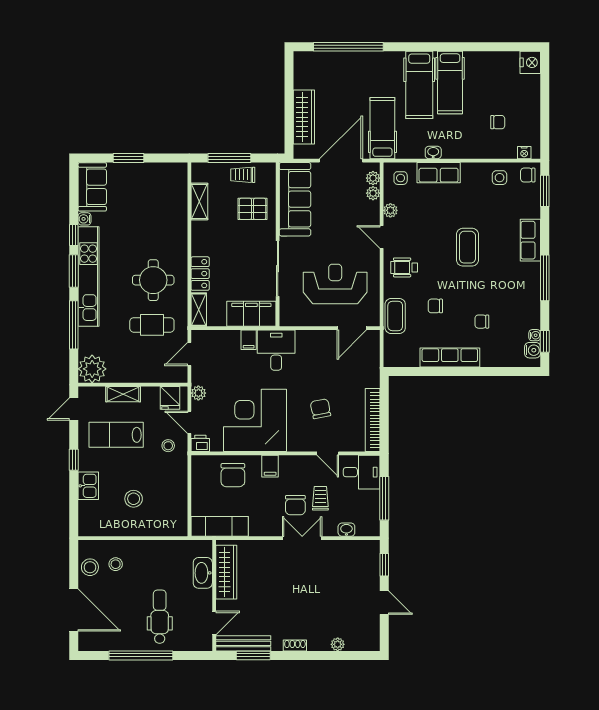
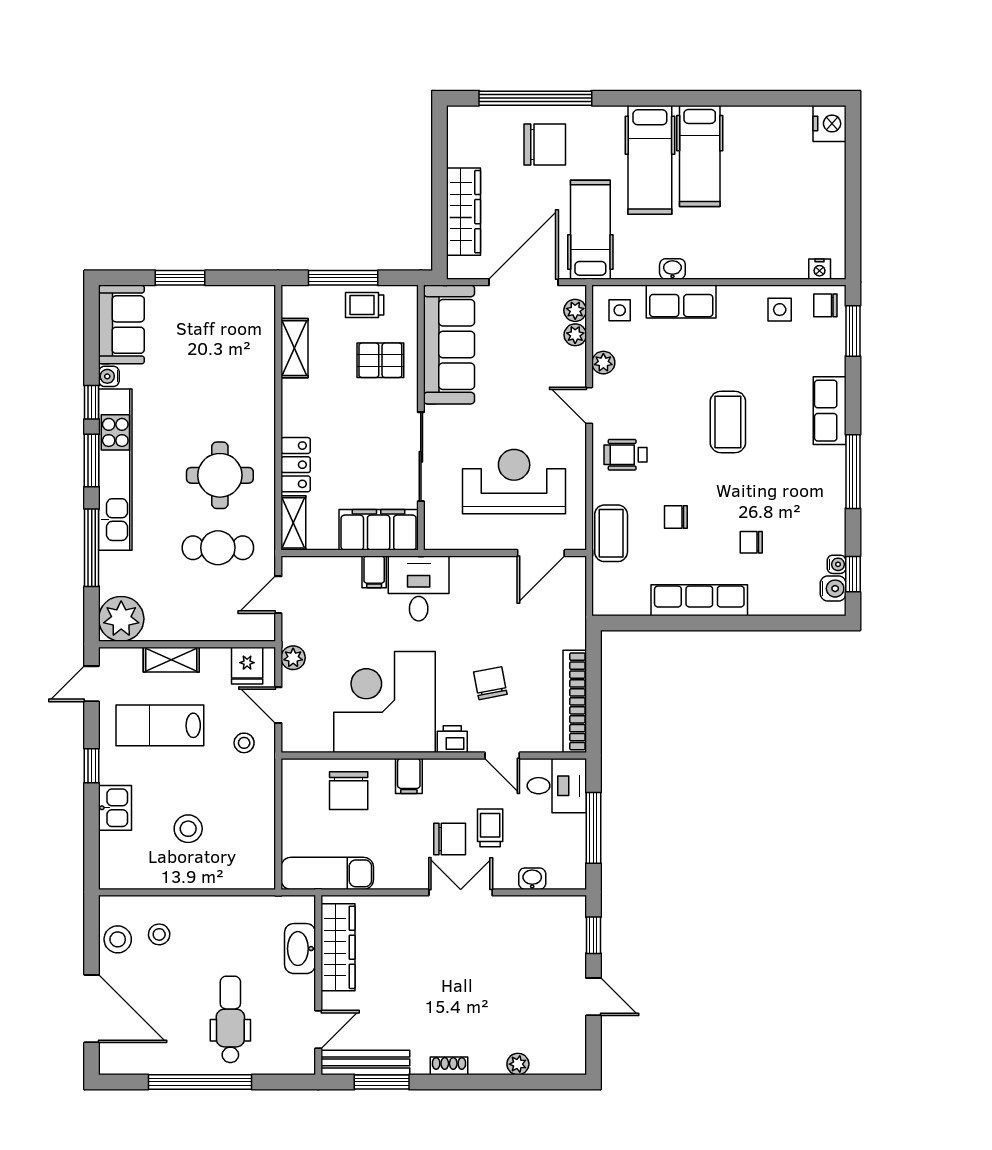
chair: (498, 122) -> (545, 145), moved, width x1.87, depth x1.87
printer: (200, 443) -> (452, 739), moved
chair: (295, 505) -> (450, 839), turned -90

